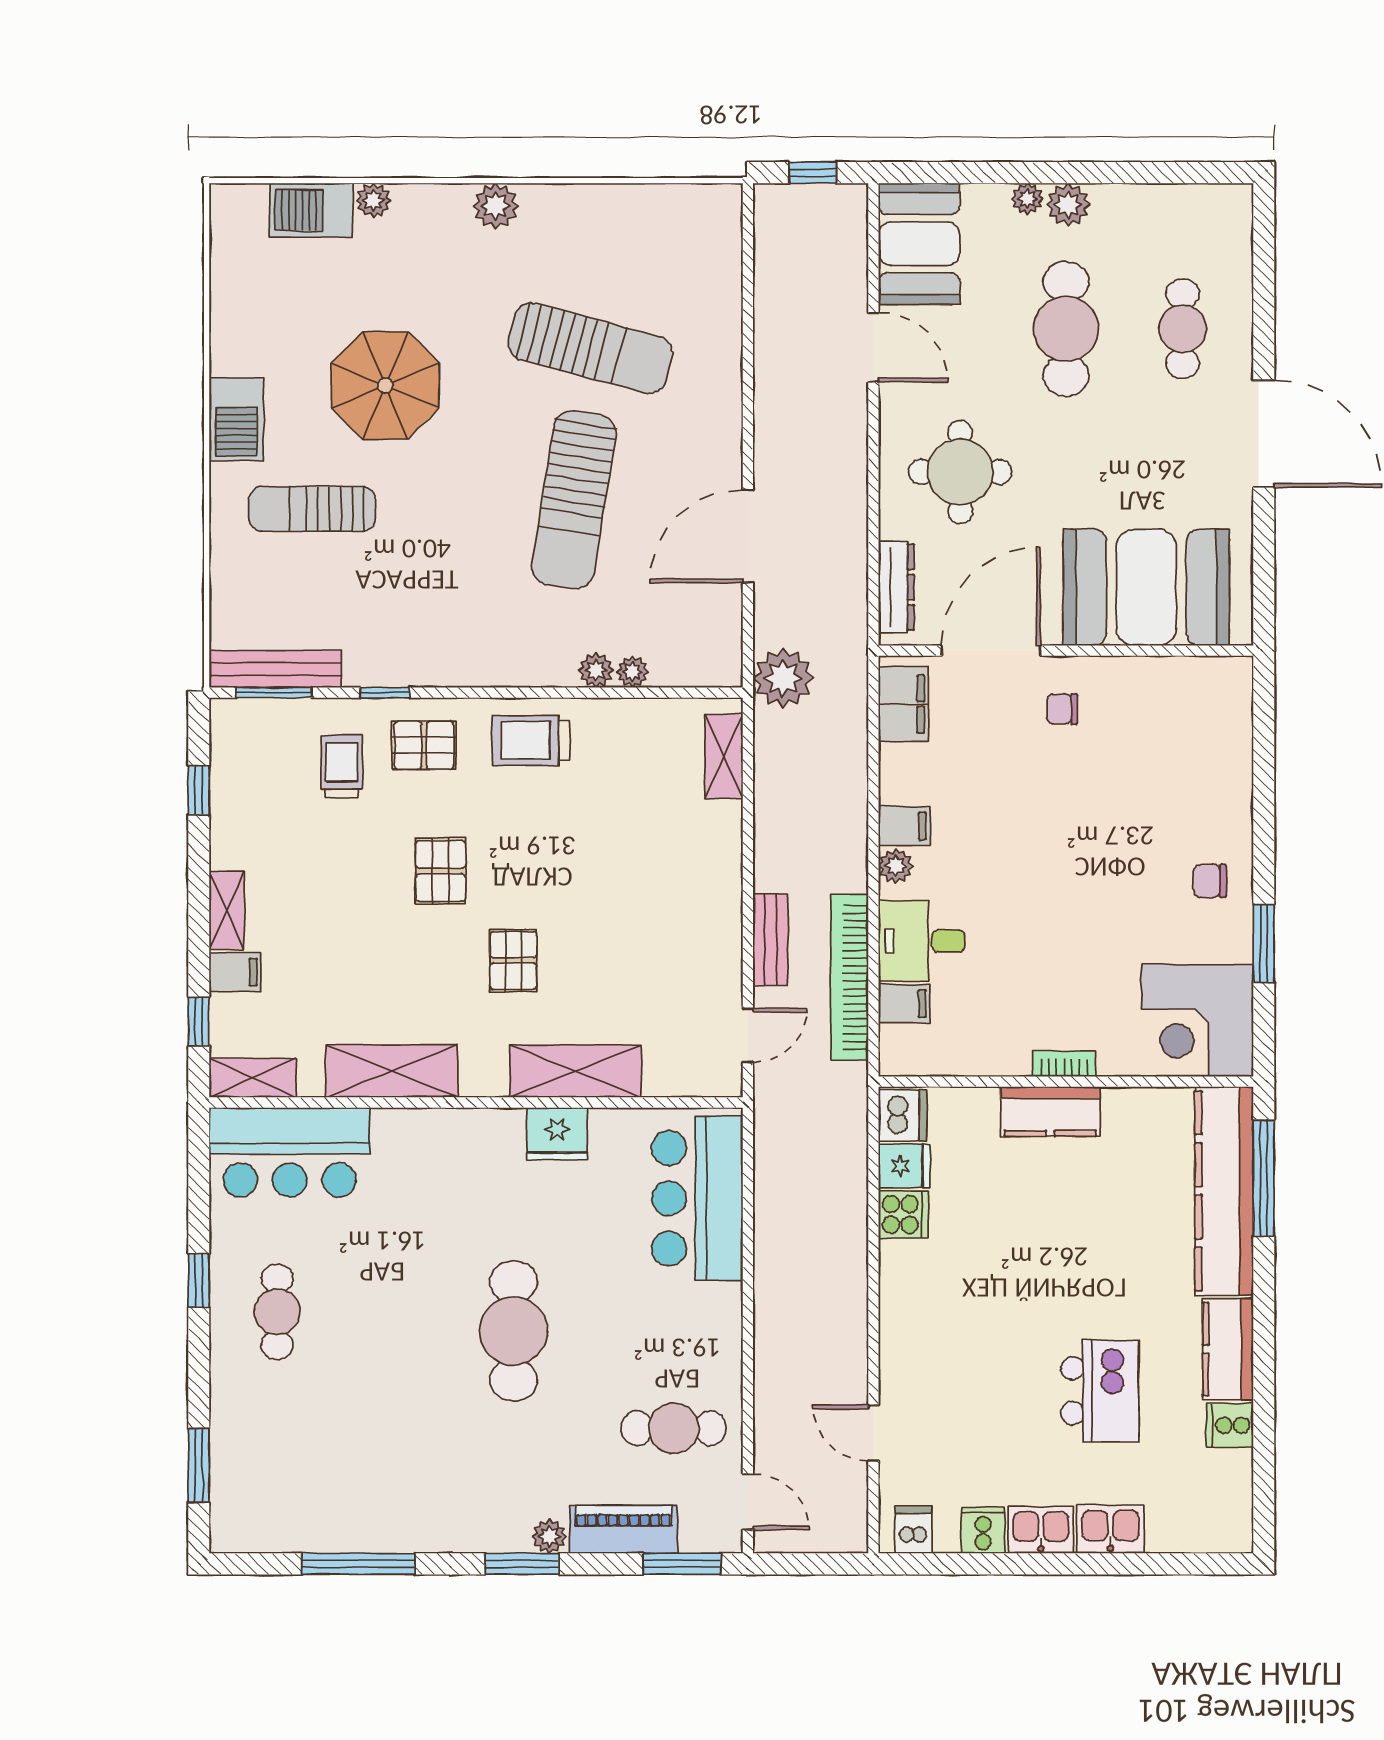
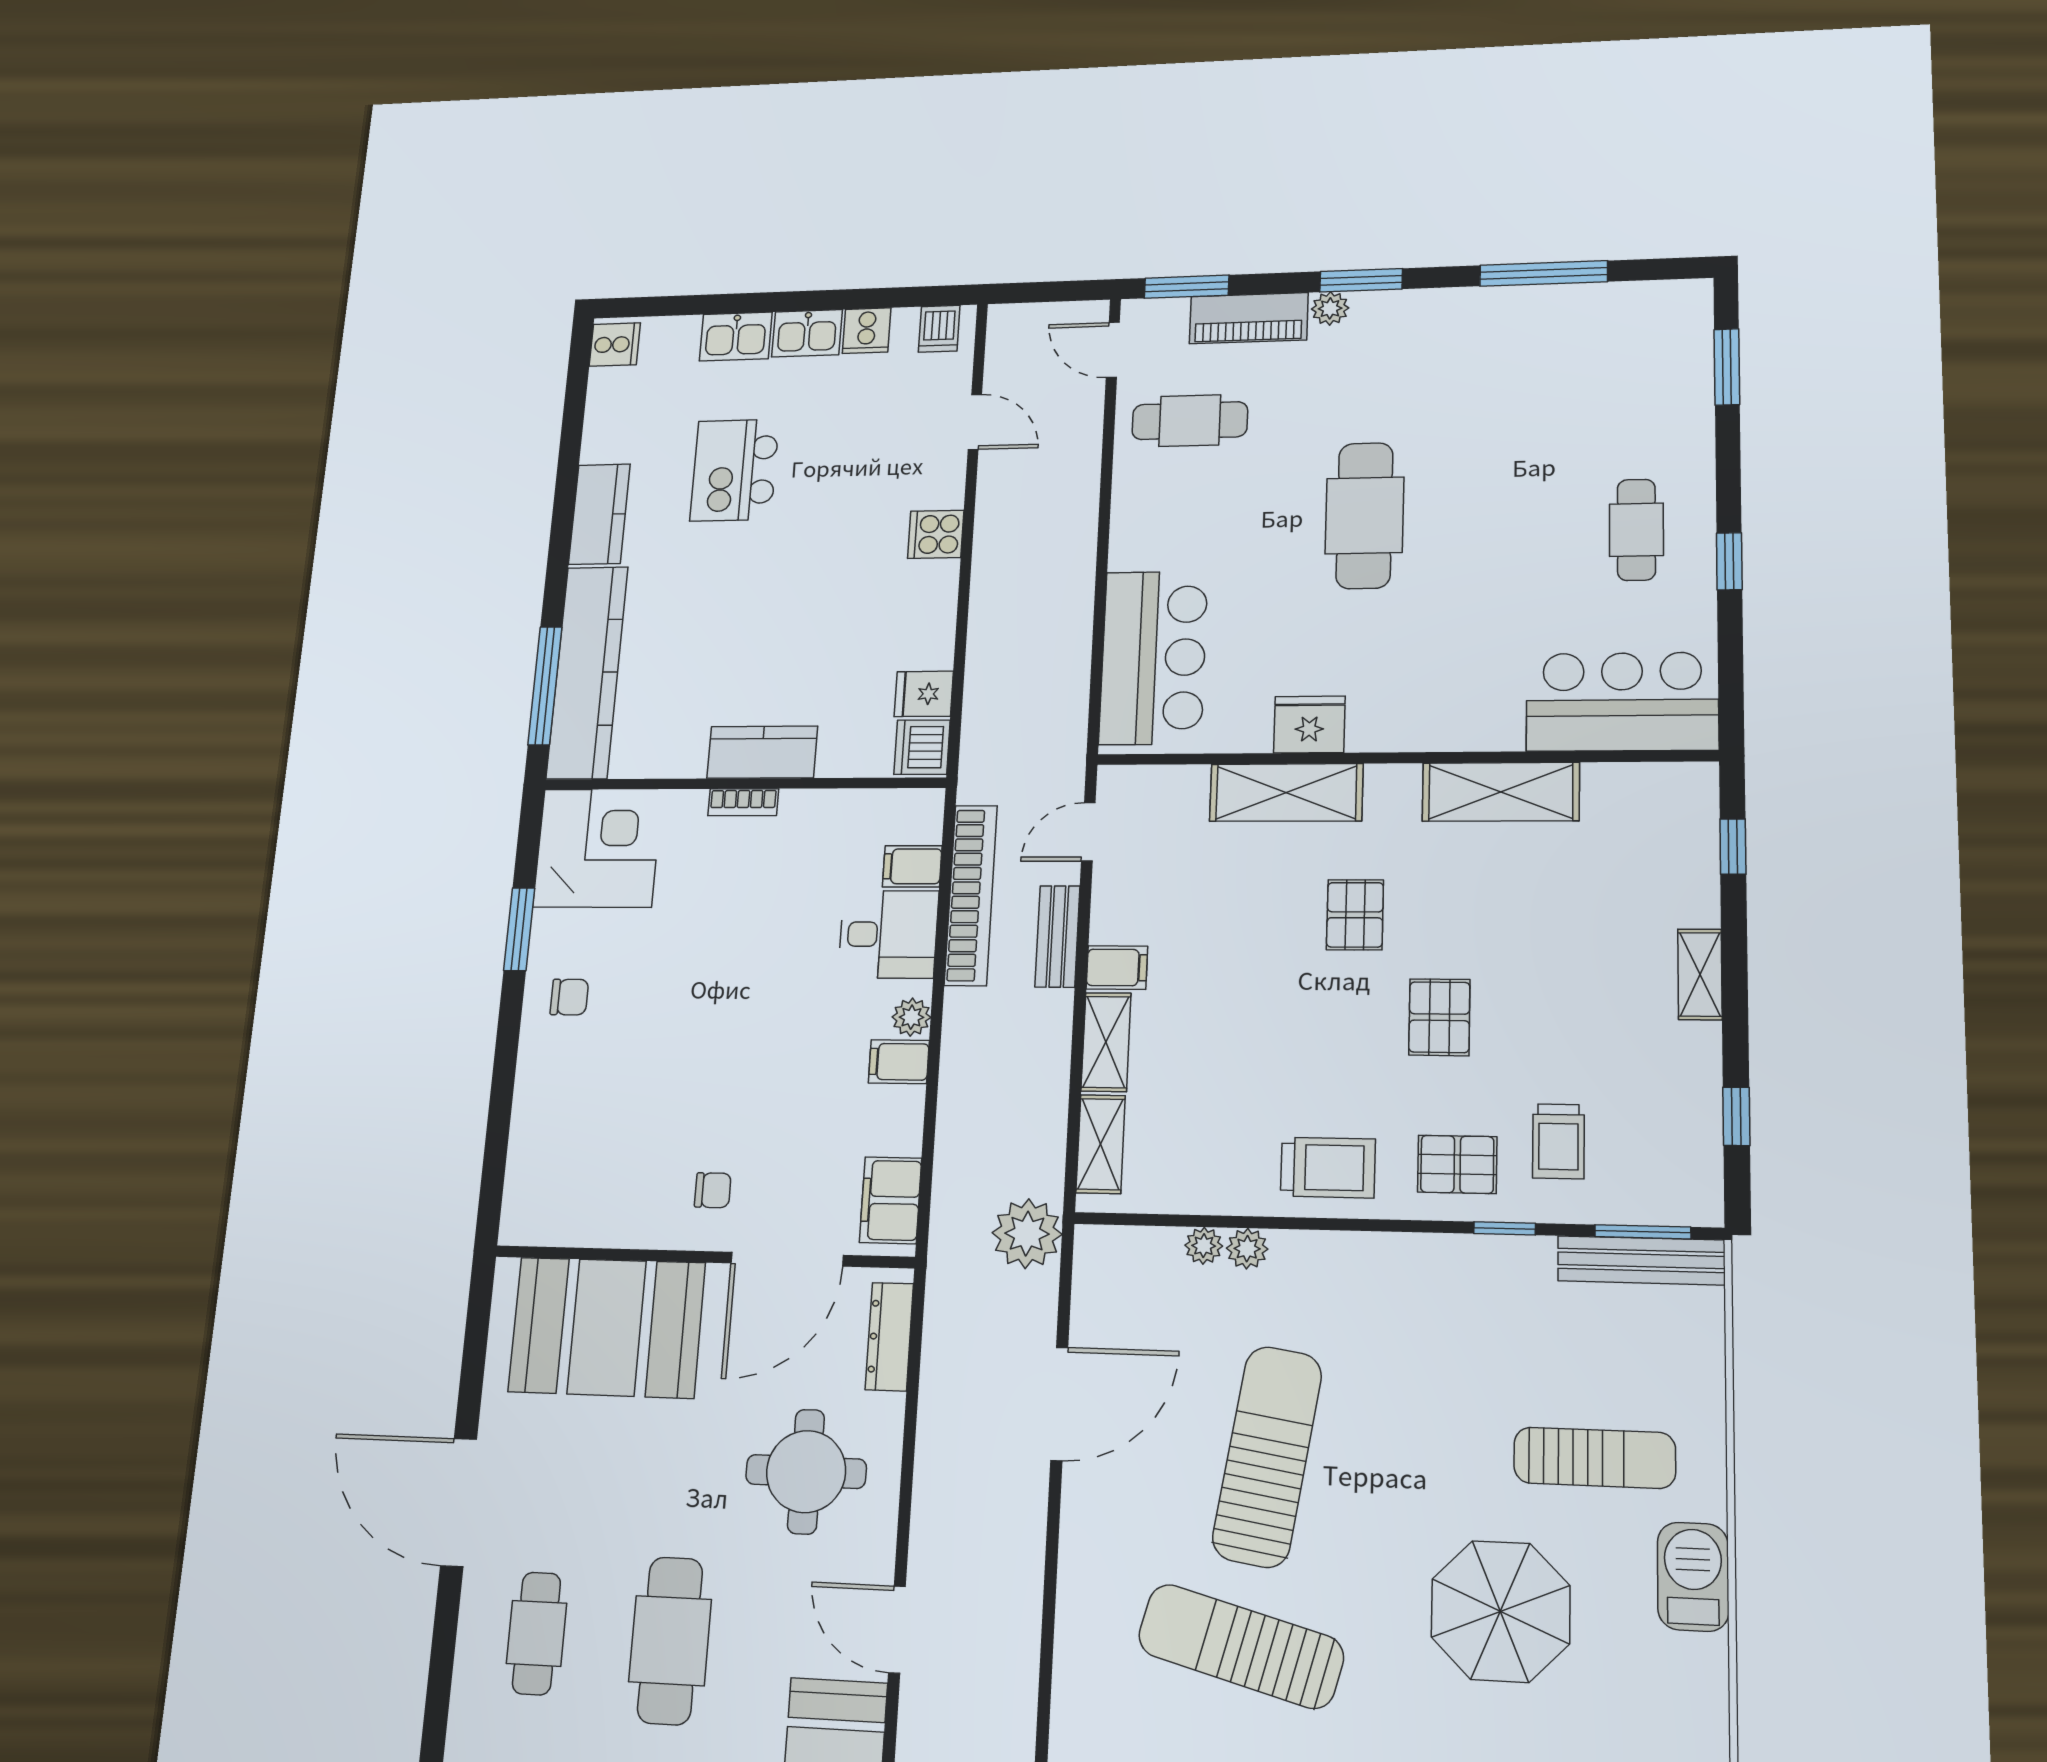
filing cabinet: (235, 972) -> (1117, 968), moved, turned 180
shelving: (253, 1078) -> (1106, 1042), moved, turned 90
cooker: (903, 1215) -> (936, 534), moved
cooker: (1230, 1425) -> (615, 345), moved

